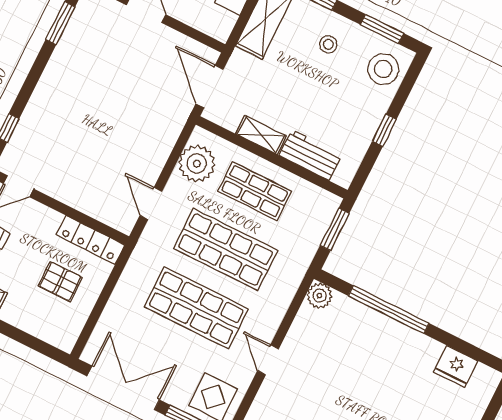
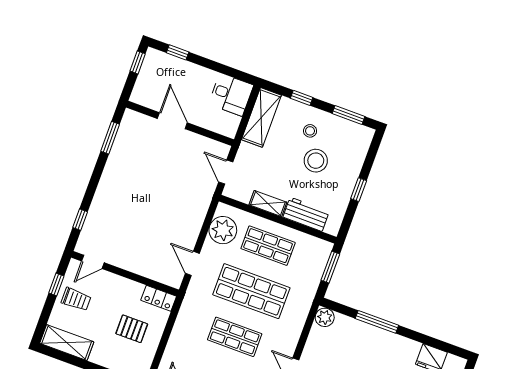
stool: (383, 69) -> (316, 161), moved
door: (210, 86) -> (226, 172), width x0.73
locker: (90, 240) -> (159, 298), width x0.66
shop shelf: (196, 308) -> (235, 337), width x0.70, depth x0.74
window: (389, 310) -> (377, 322), width x0.68

